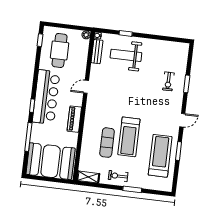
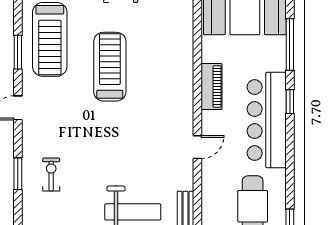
exercise mat: (107, 143) -> (148, 52), removed

